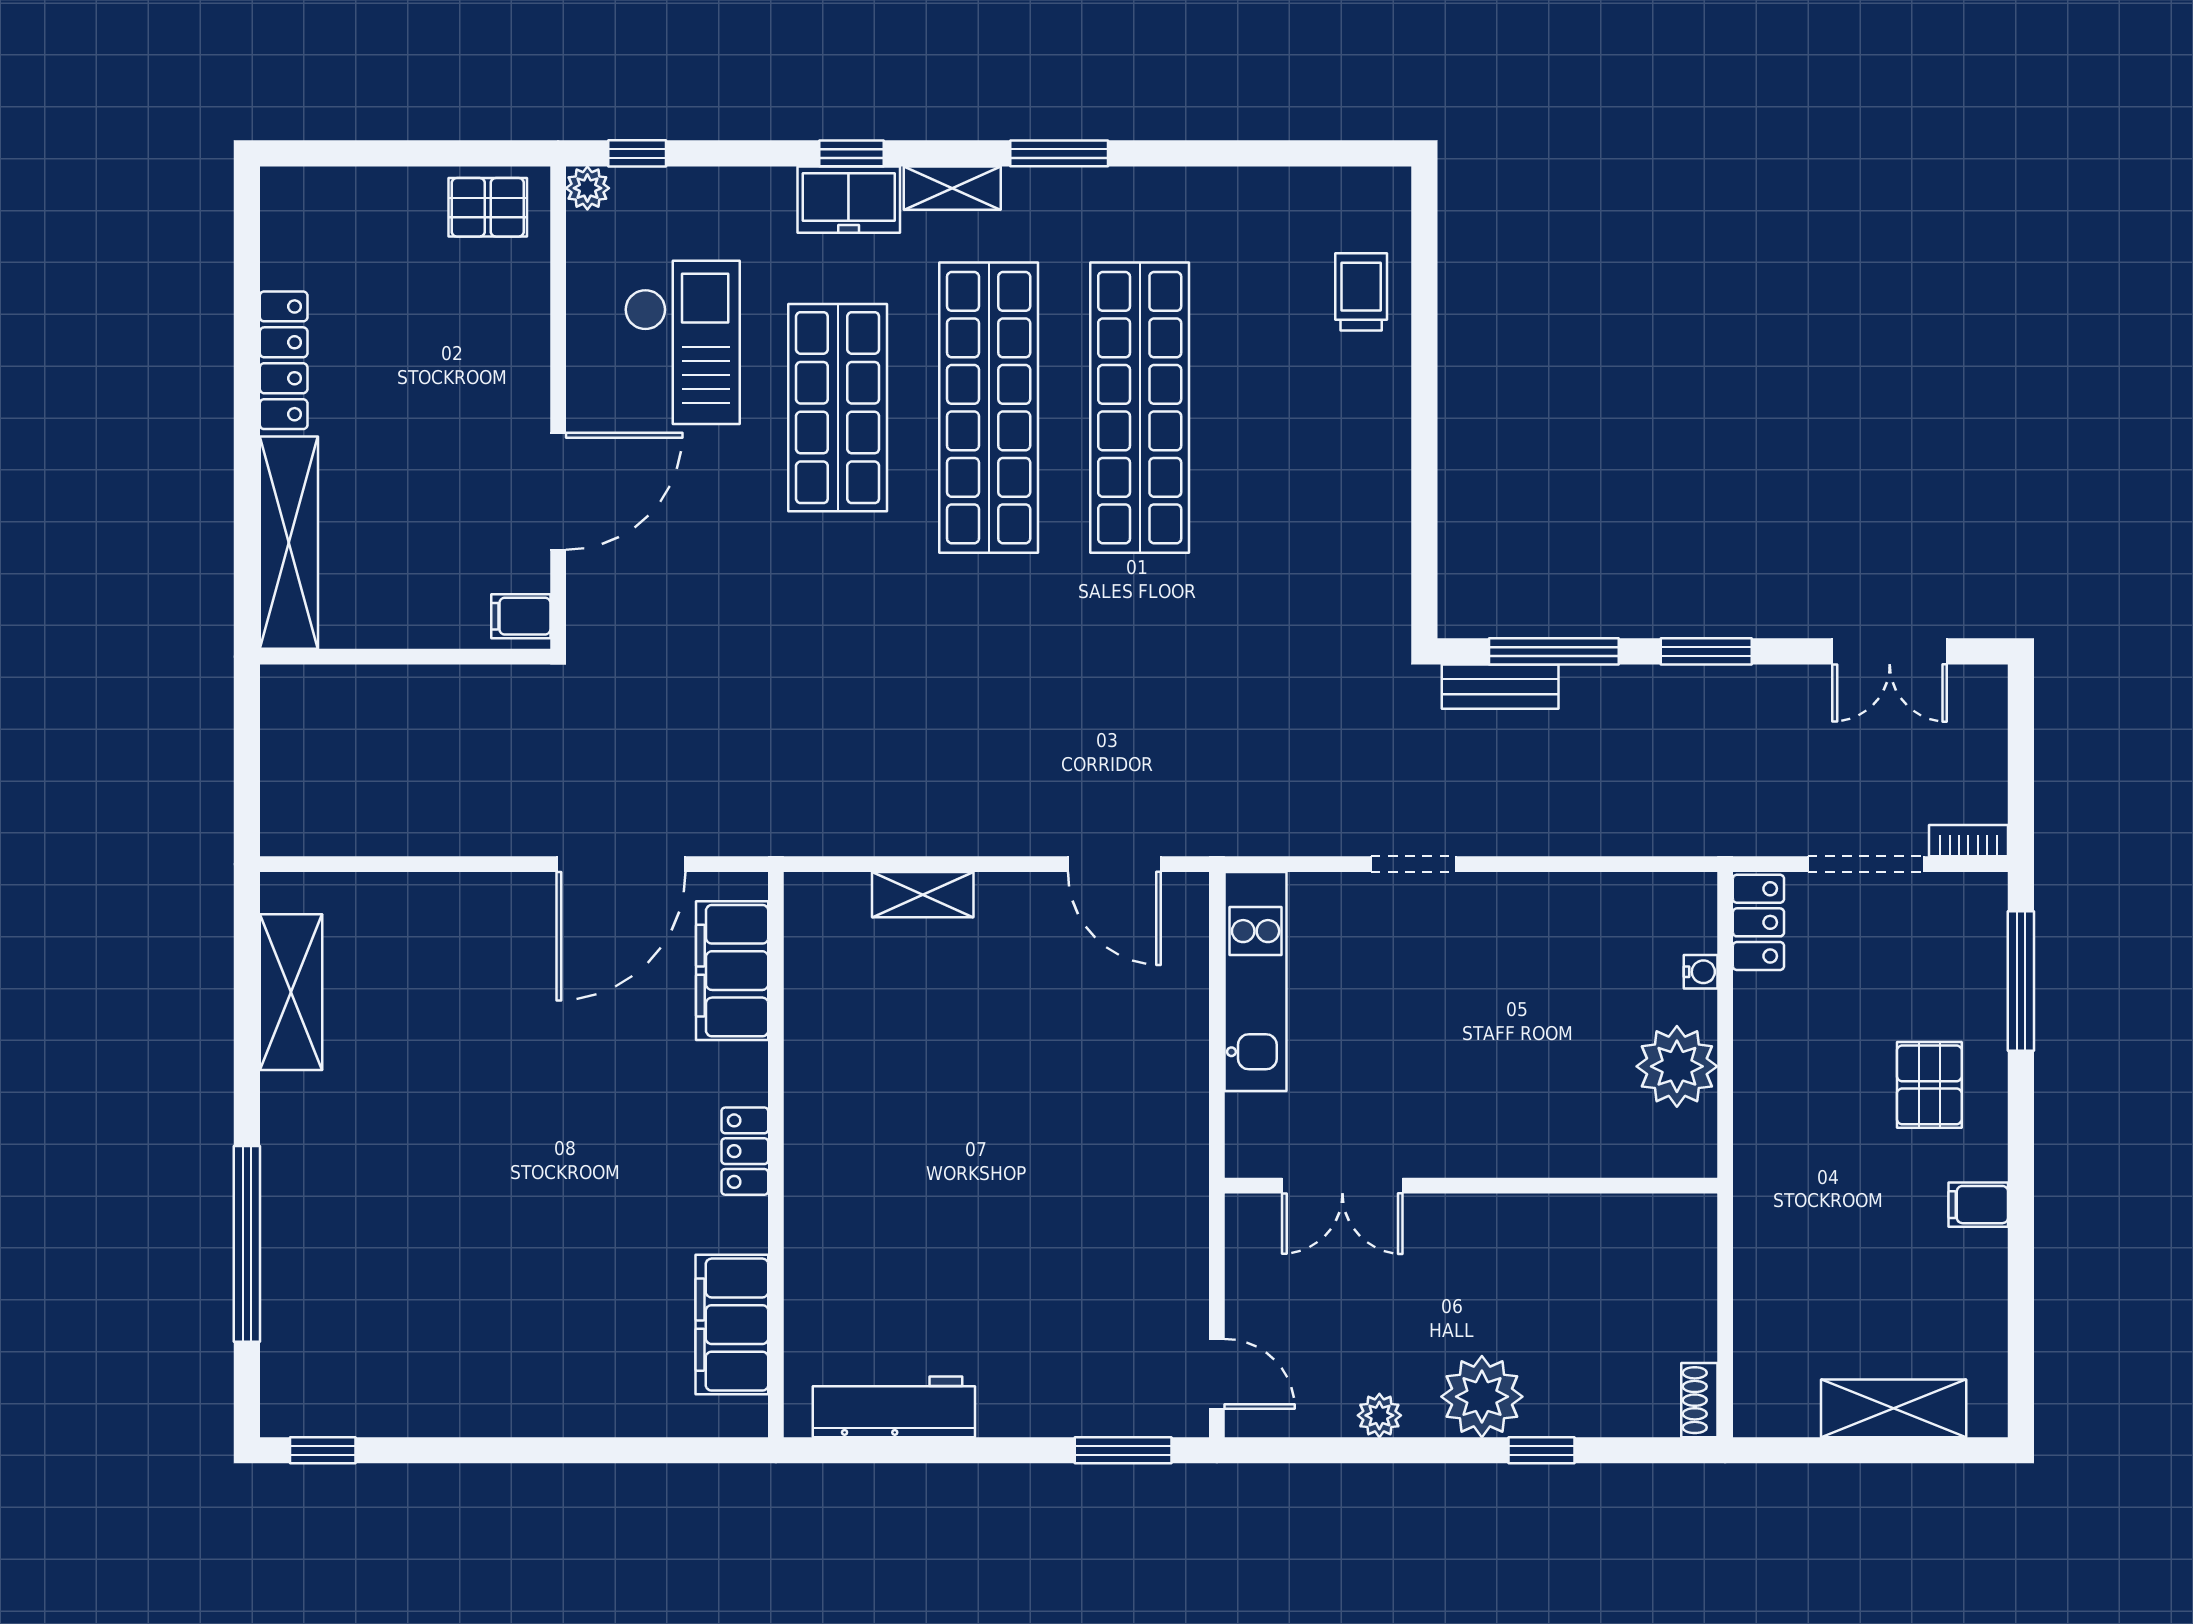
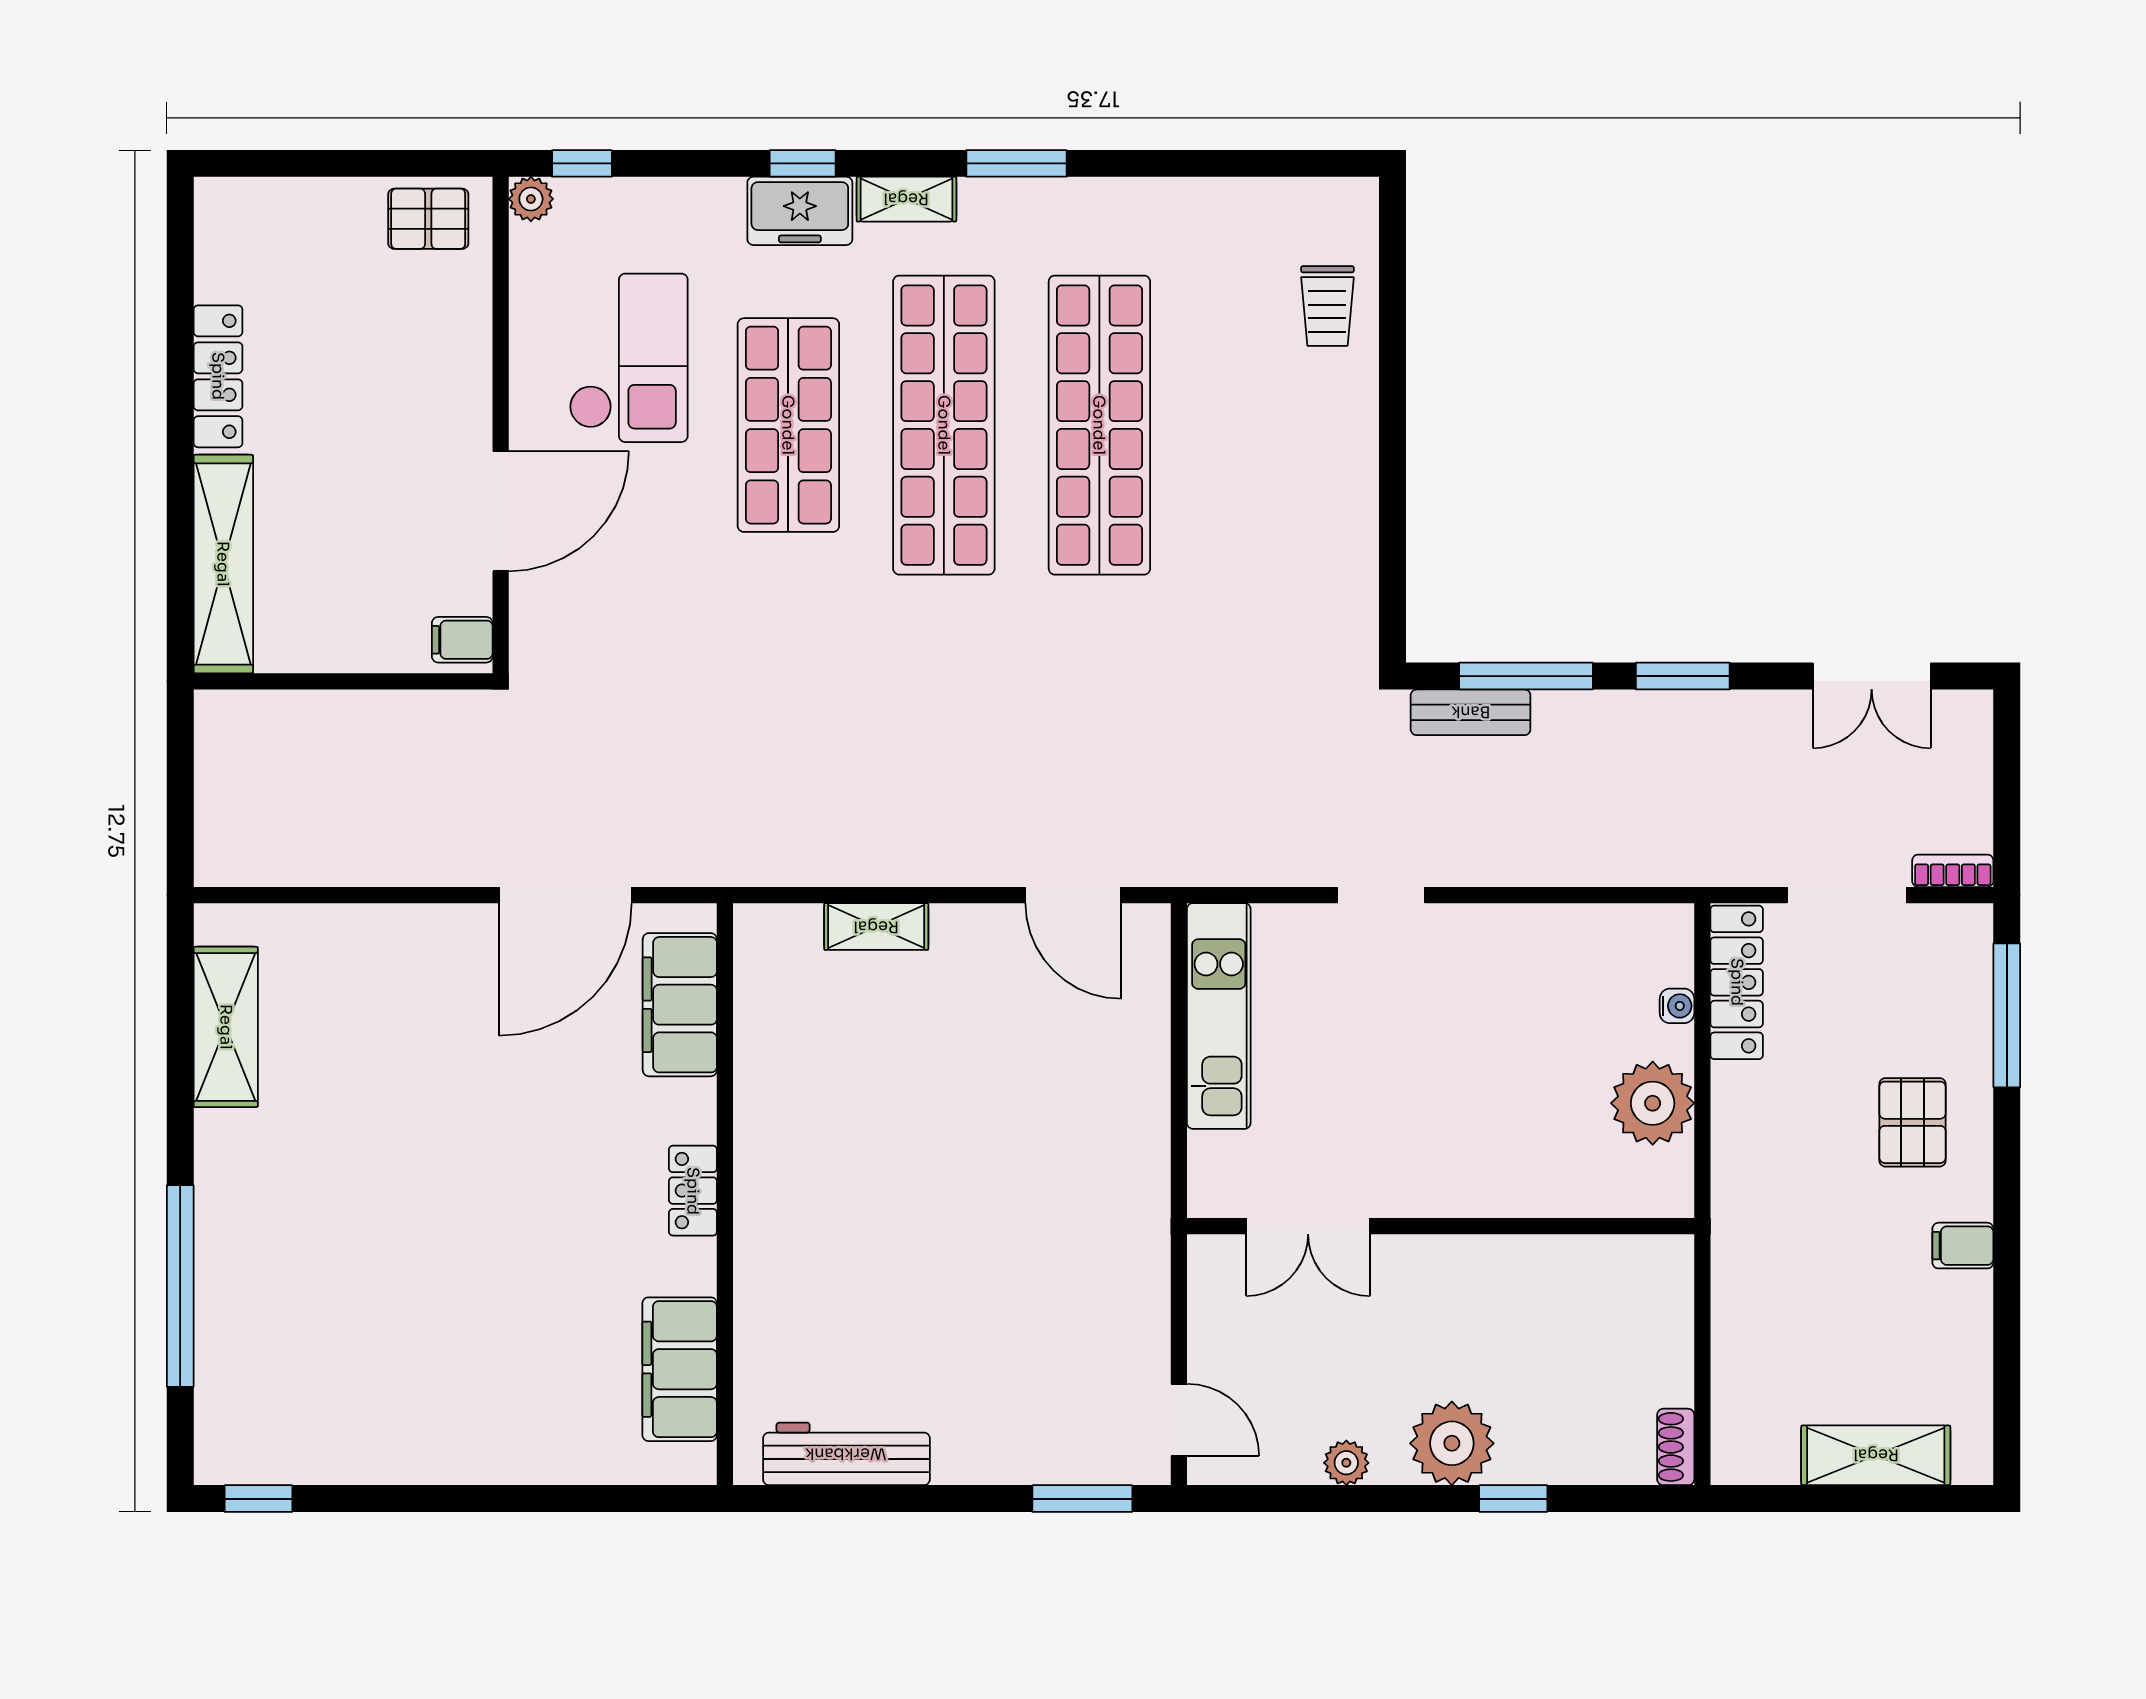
trolley: (1361, 292) -> (1327, 306), turned 180
locker: (1758, 922) -> (1737, 982), width x1.53

